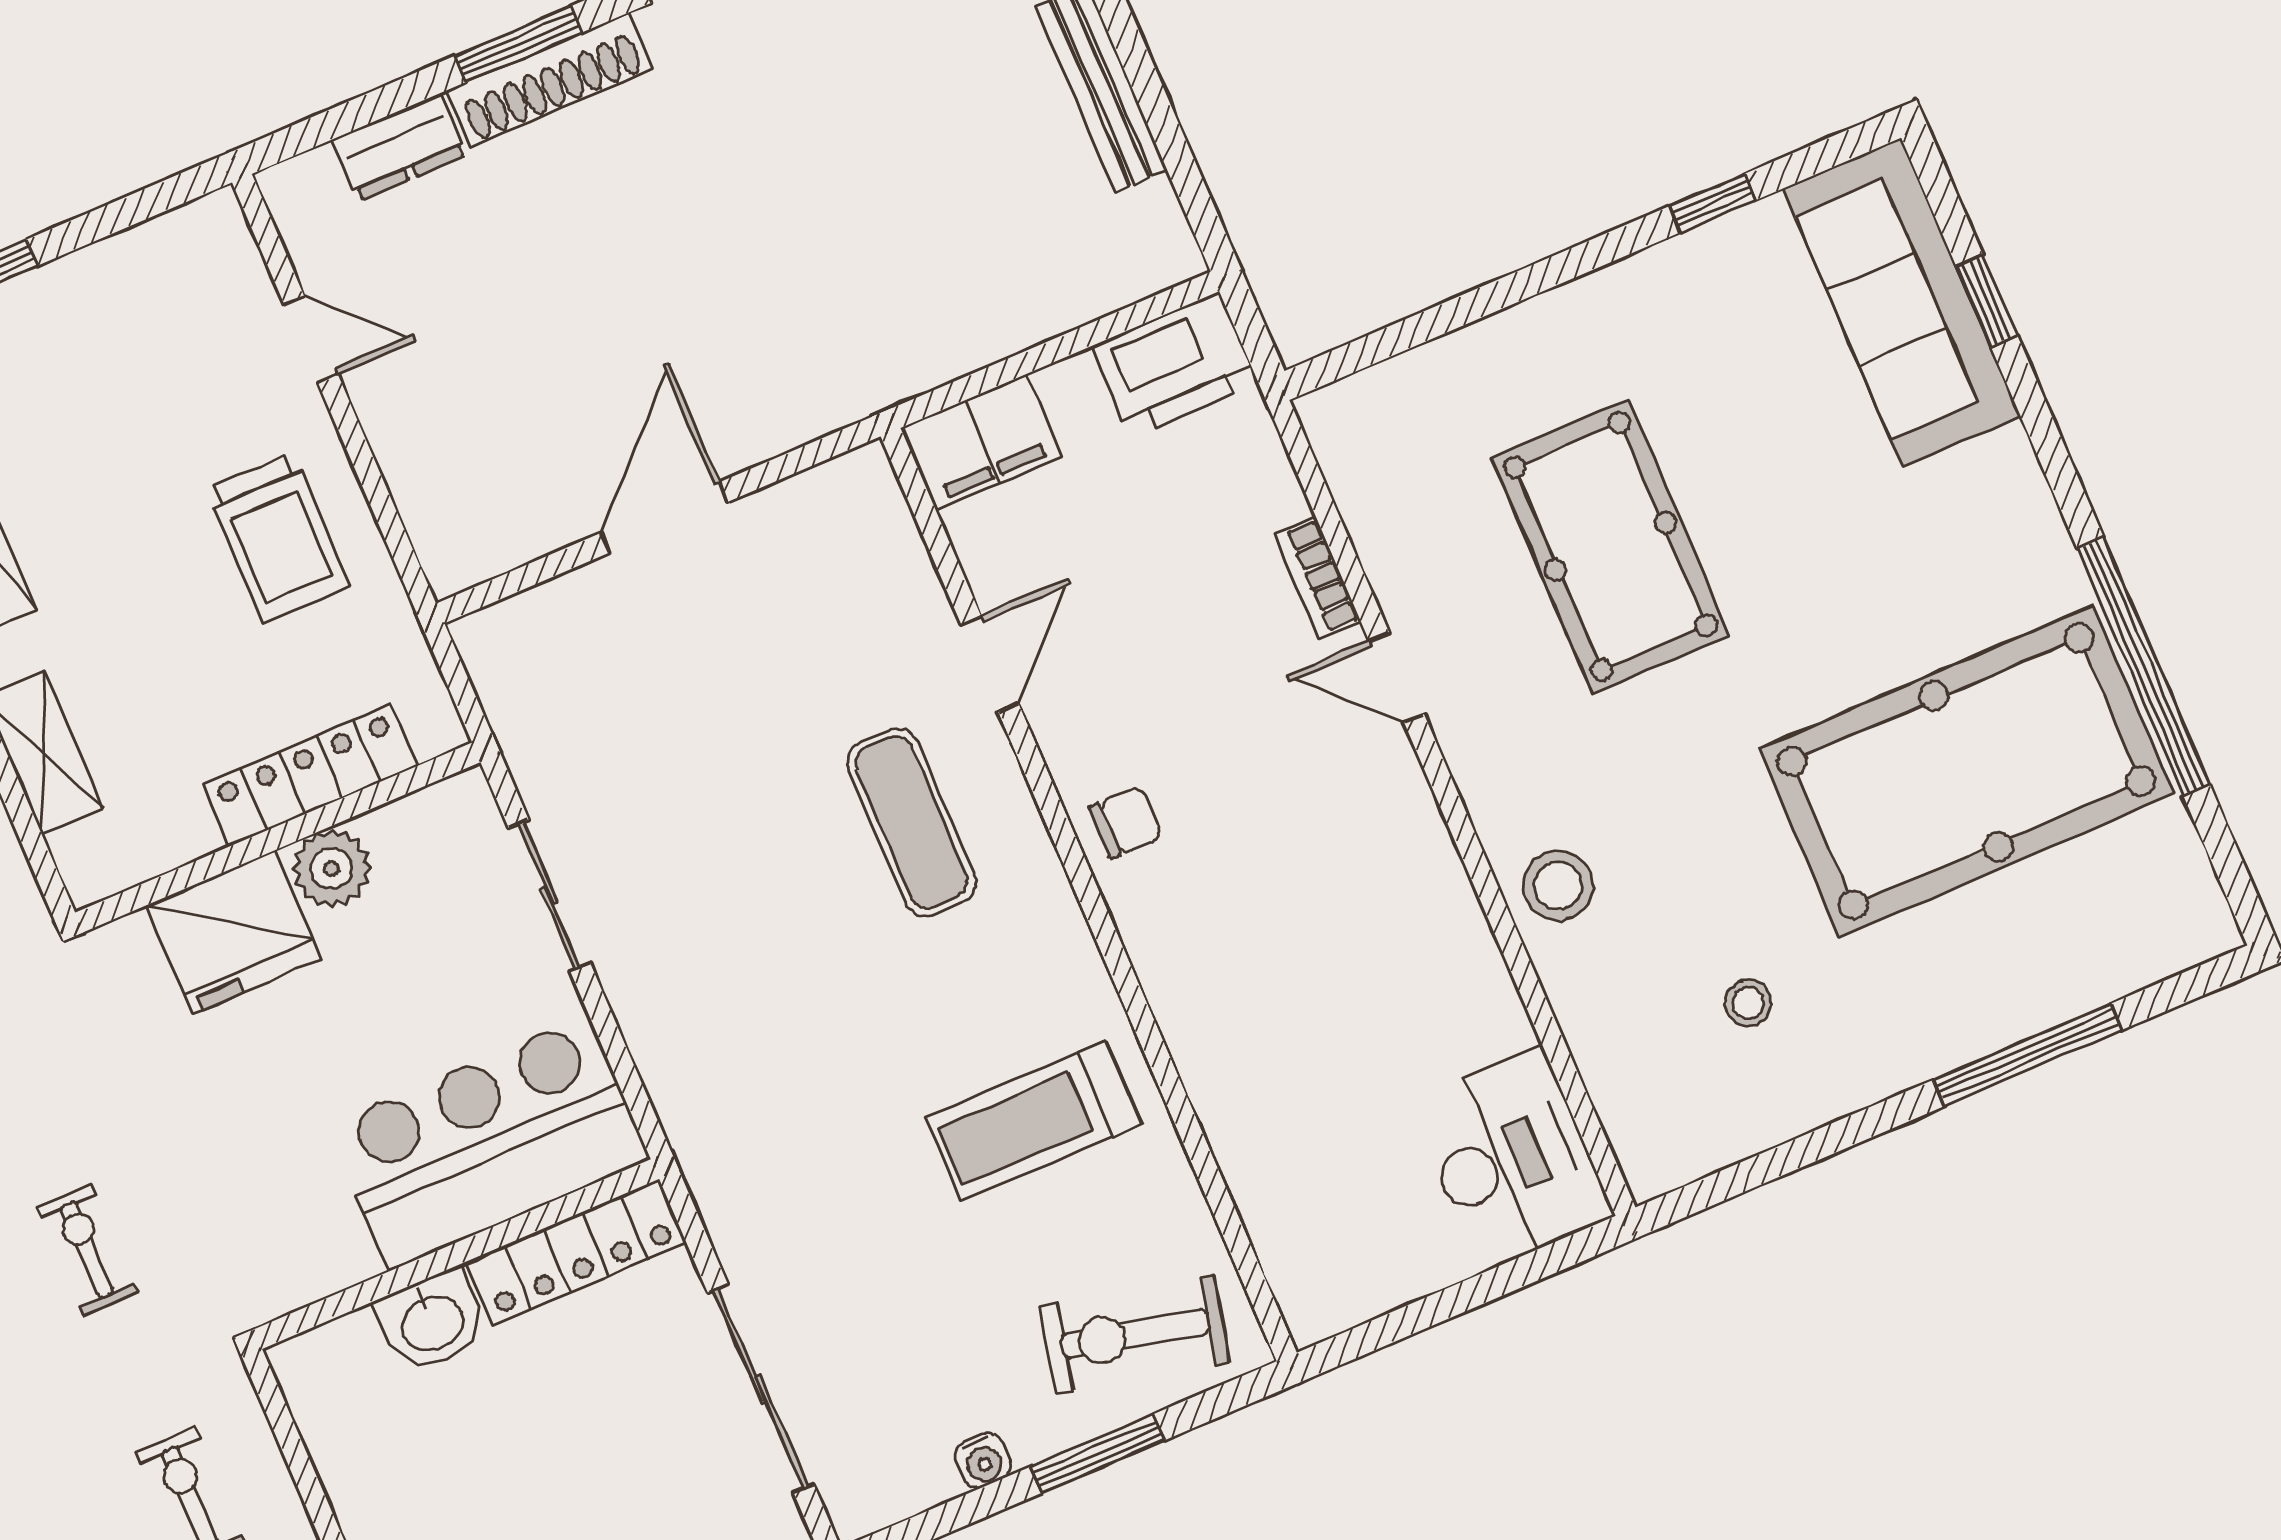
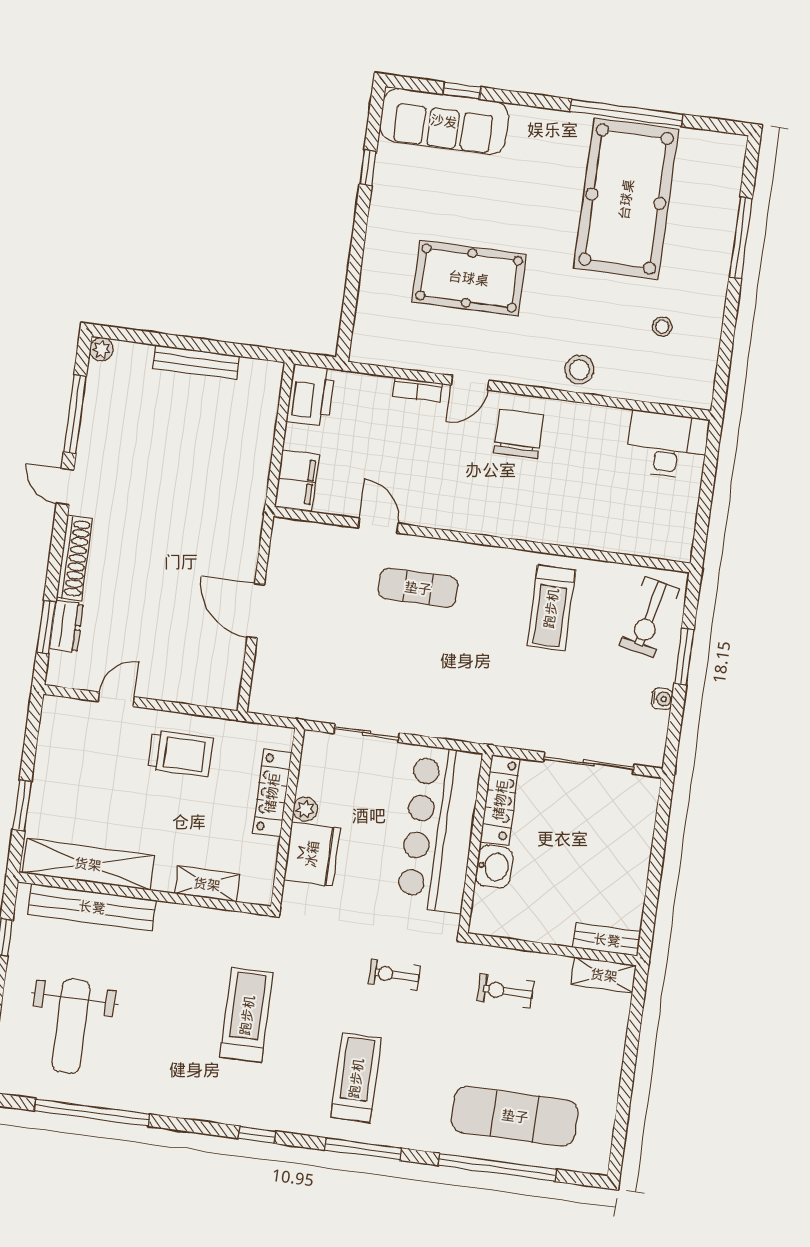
window: (518, 44) -> (46, 627), moved
chair: (1126, 822) -> (518, 434), moved, width x1.87, depth x1.87
plant: (332, 869) -> (305, 809), width x0.73, depth x0.73
bar counter: (489, 1143) -> (439, 829), width x1.36

